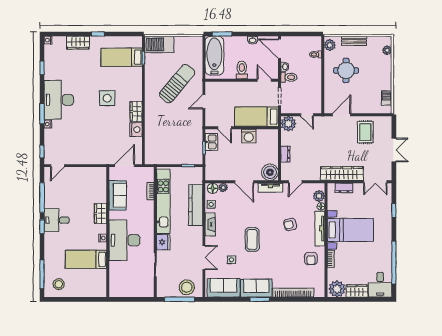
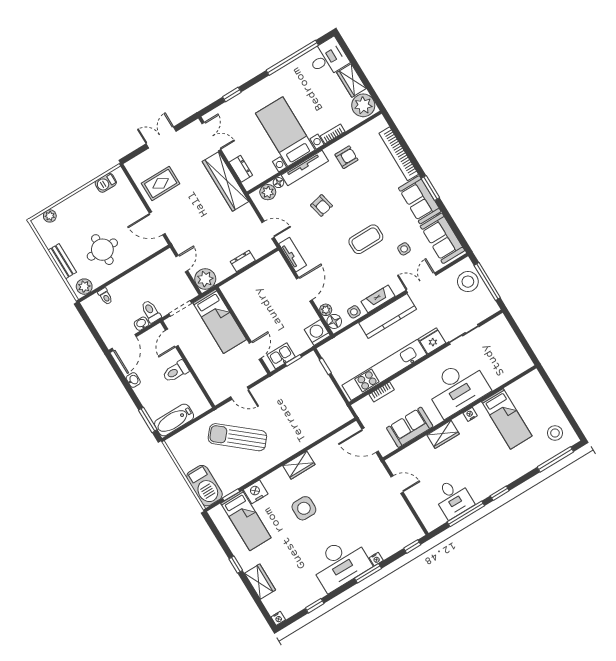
bathtub: (214, 56) -> (174, 420), width x0.73, depth x0.73
nightstand: (136, 130) -> (256, 492), moved
washing machine: (249, 136) -> (317, 333), moved, turned -90
door: (58, 166) -> (397, 484), moved
boiler: (270, 172) -> (275, 266), removed
kitchen counter: (196, 205) -> (388, 316), moved
desk: (57, 220) -> (453, 498), moved

